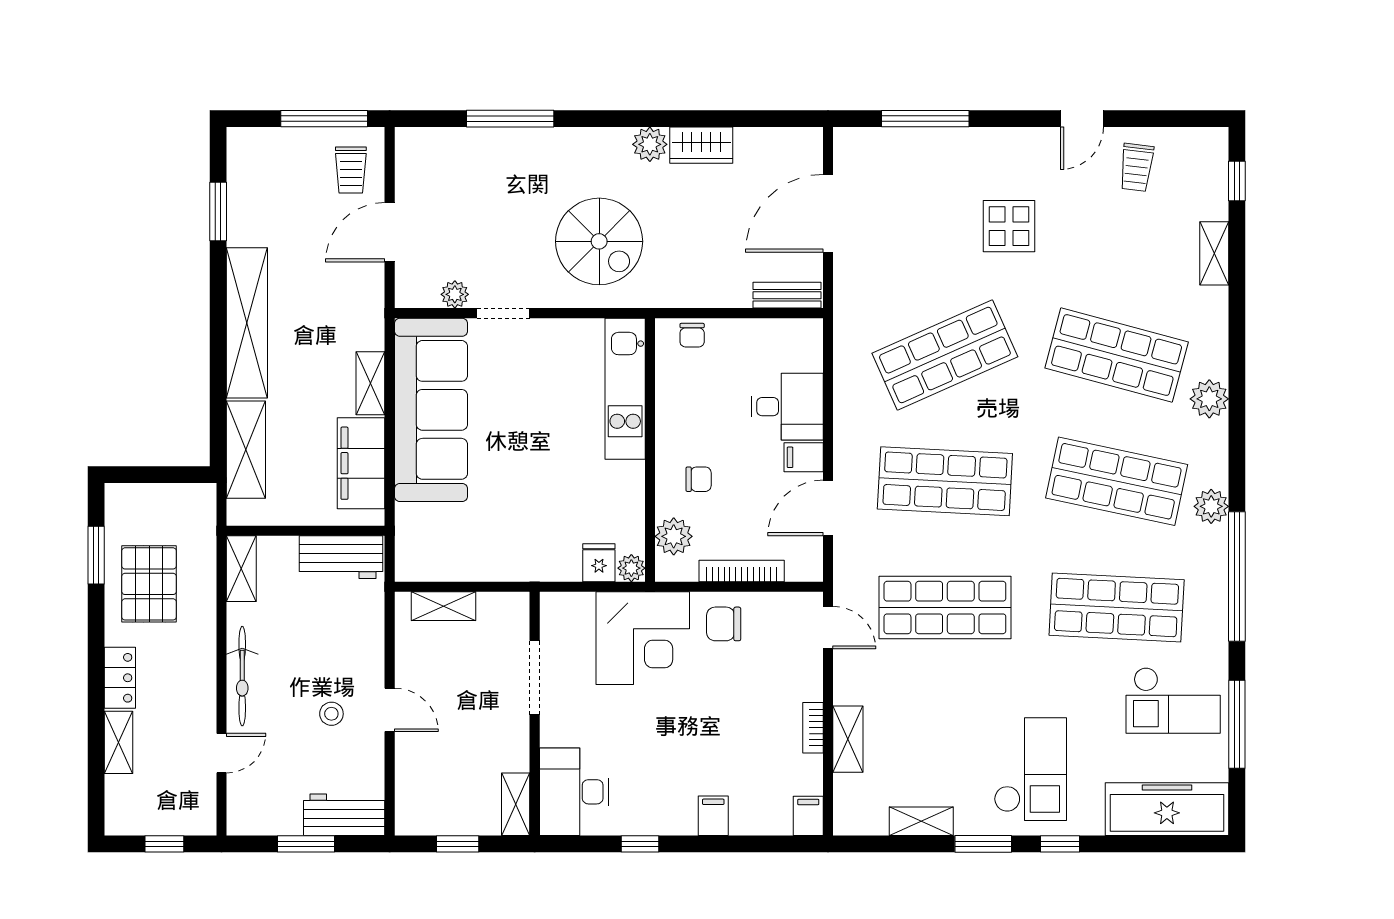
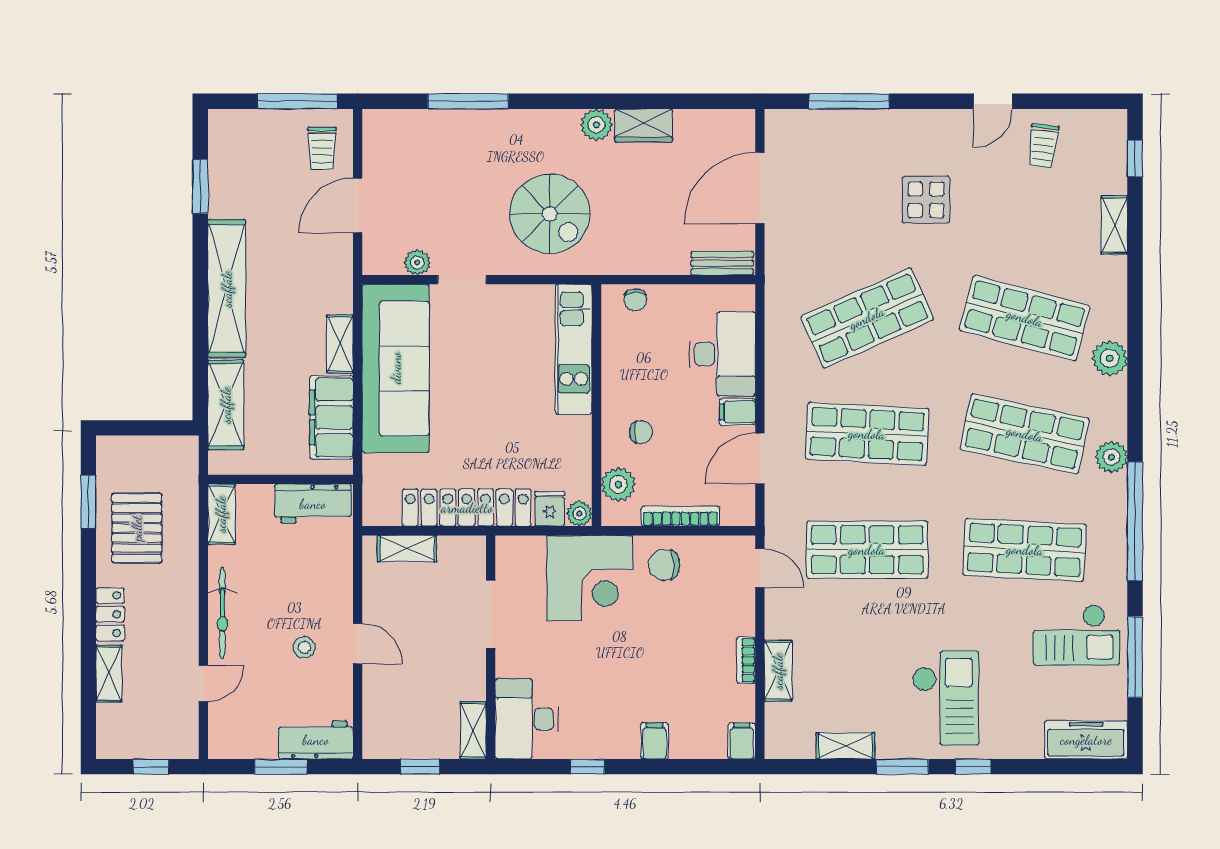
desk: (787, 407) -> (722, 354), width x1.37
locker: (508, 561) -> (467, 508), added
freezer: (1167, 809) -> (1086, 740), width x0.73, depth x0.79

